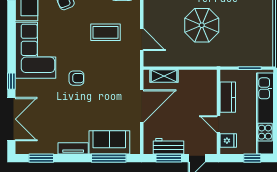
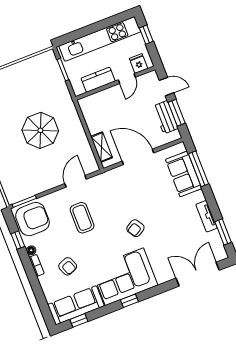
armchair: (76, 78) -> (135, 228), turned -121
window: (11, 81) -> (129, 301), moved
tv unit: (73, 148) -> (206, 216), moved

